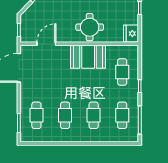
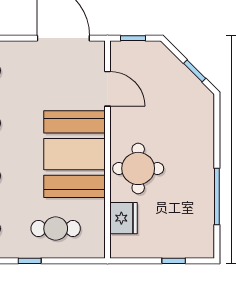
fridge: (131, 33) -> (124, 218), moved, turned 90
booth: (88, 57) -> (74, 154), width x1.36, depth x1.42

